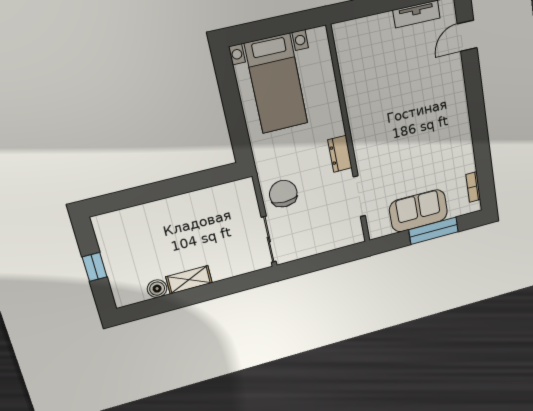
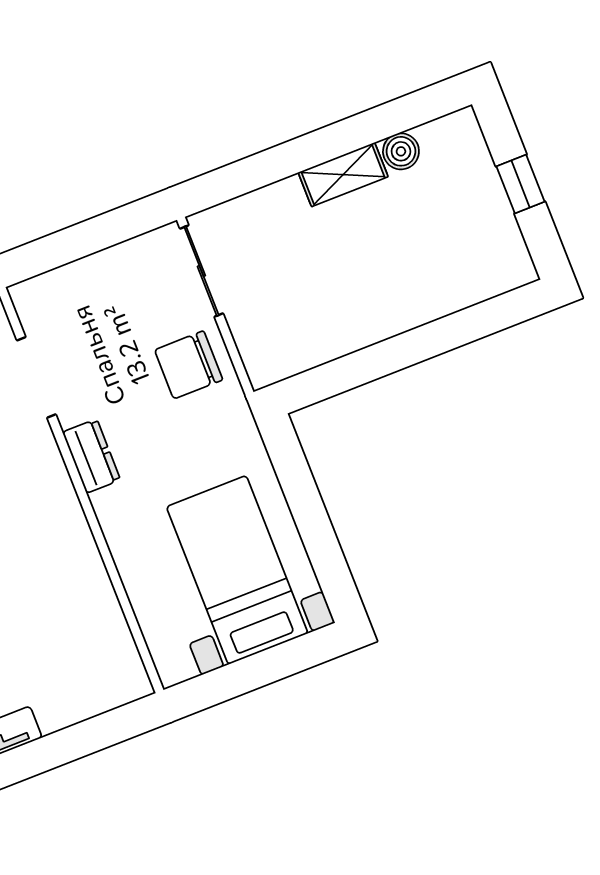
chair: (283, 194) -> (189, 365), turned 90

